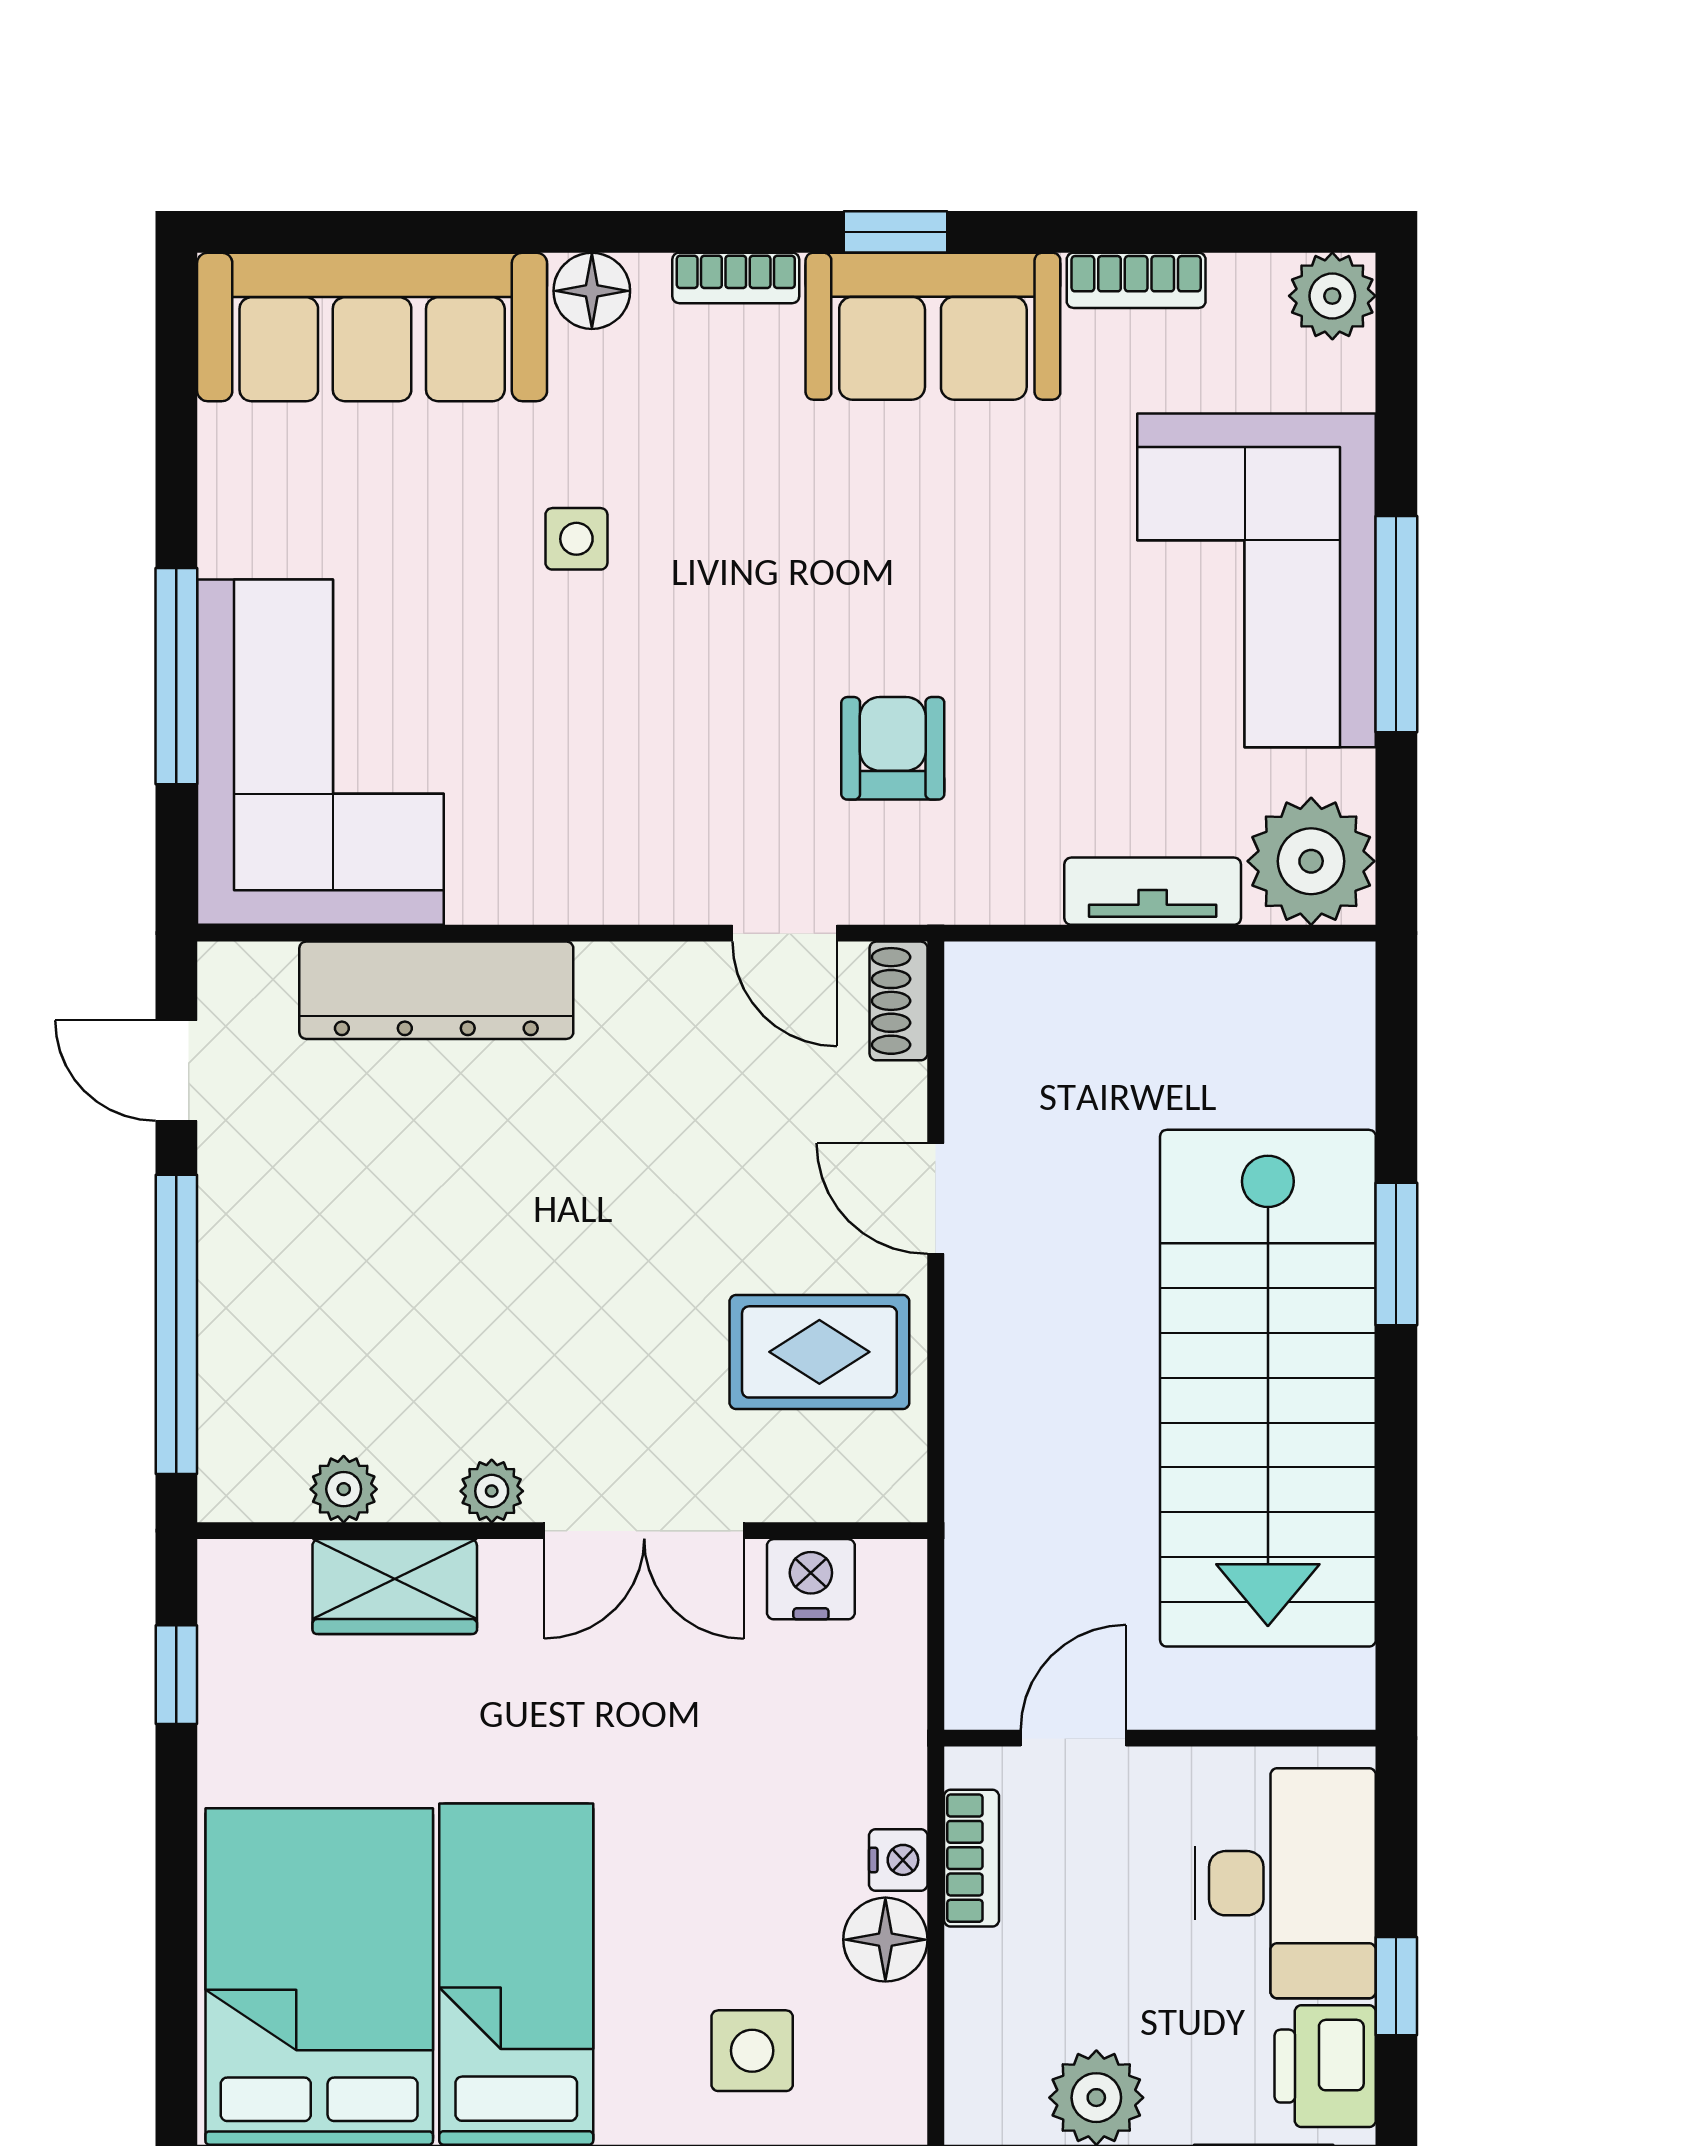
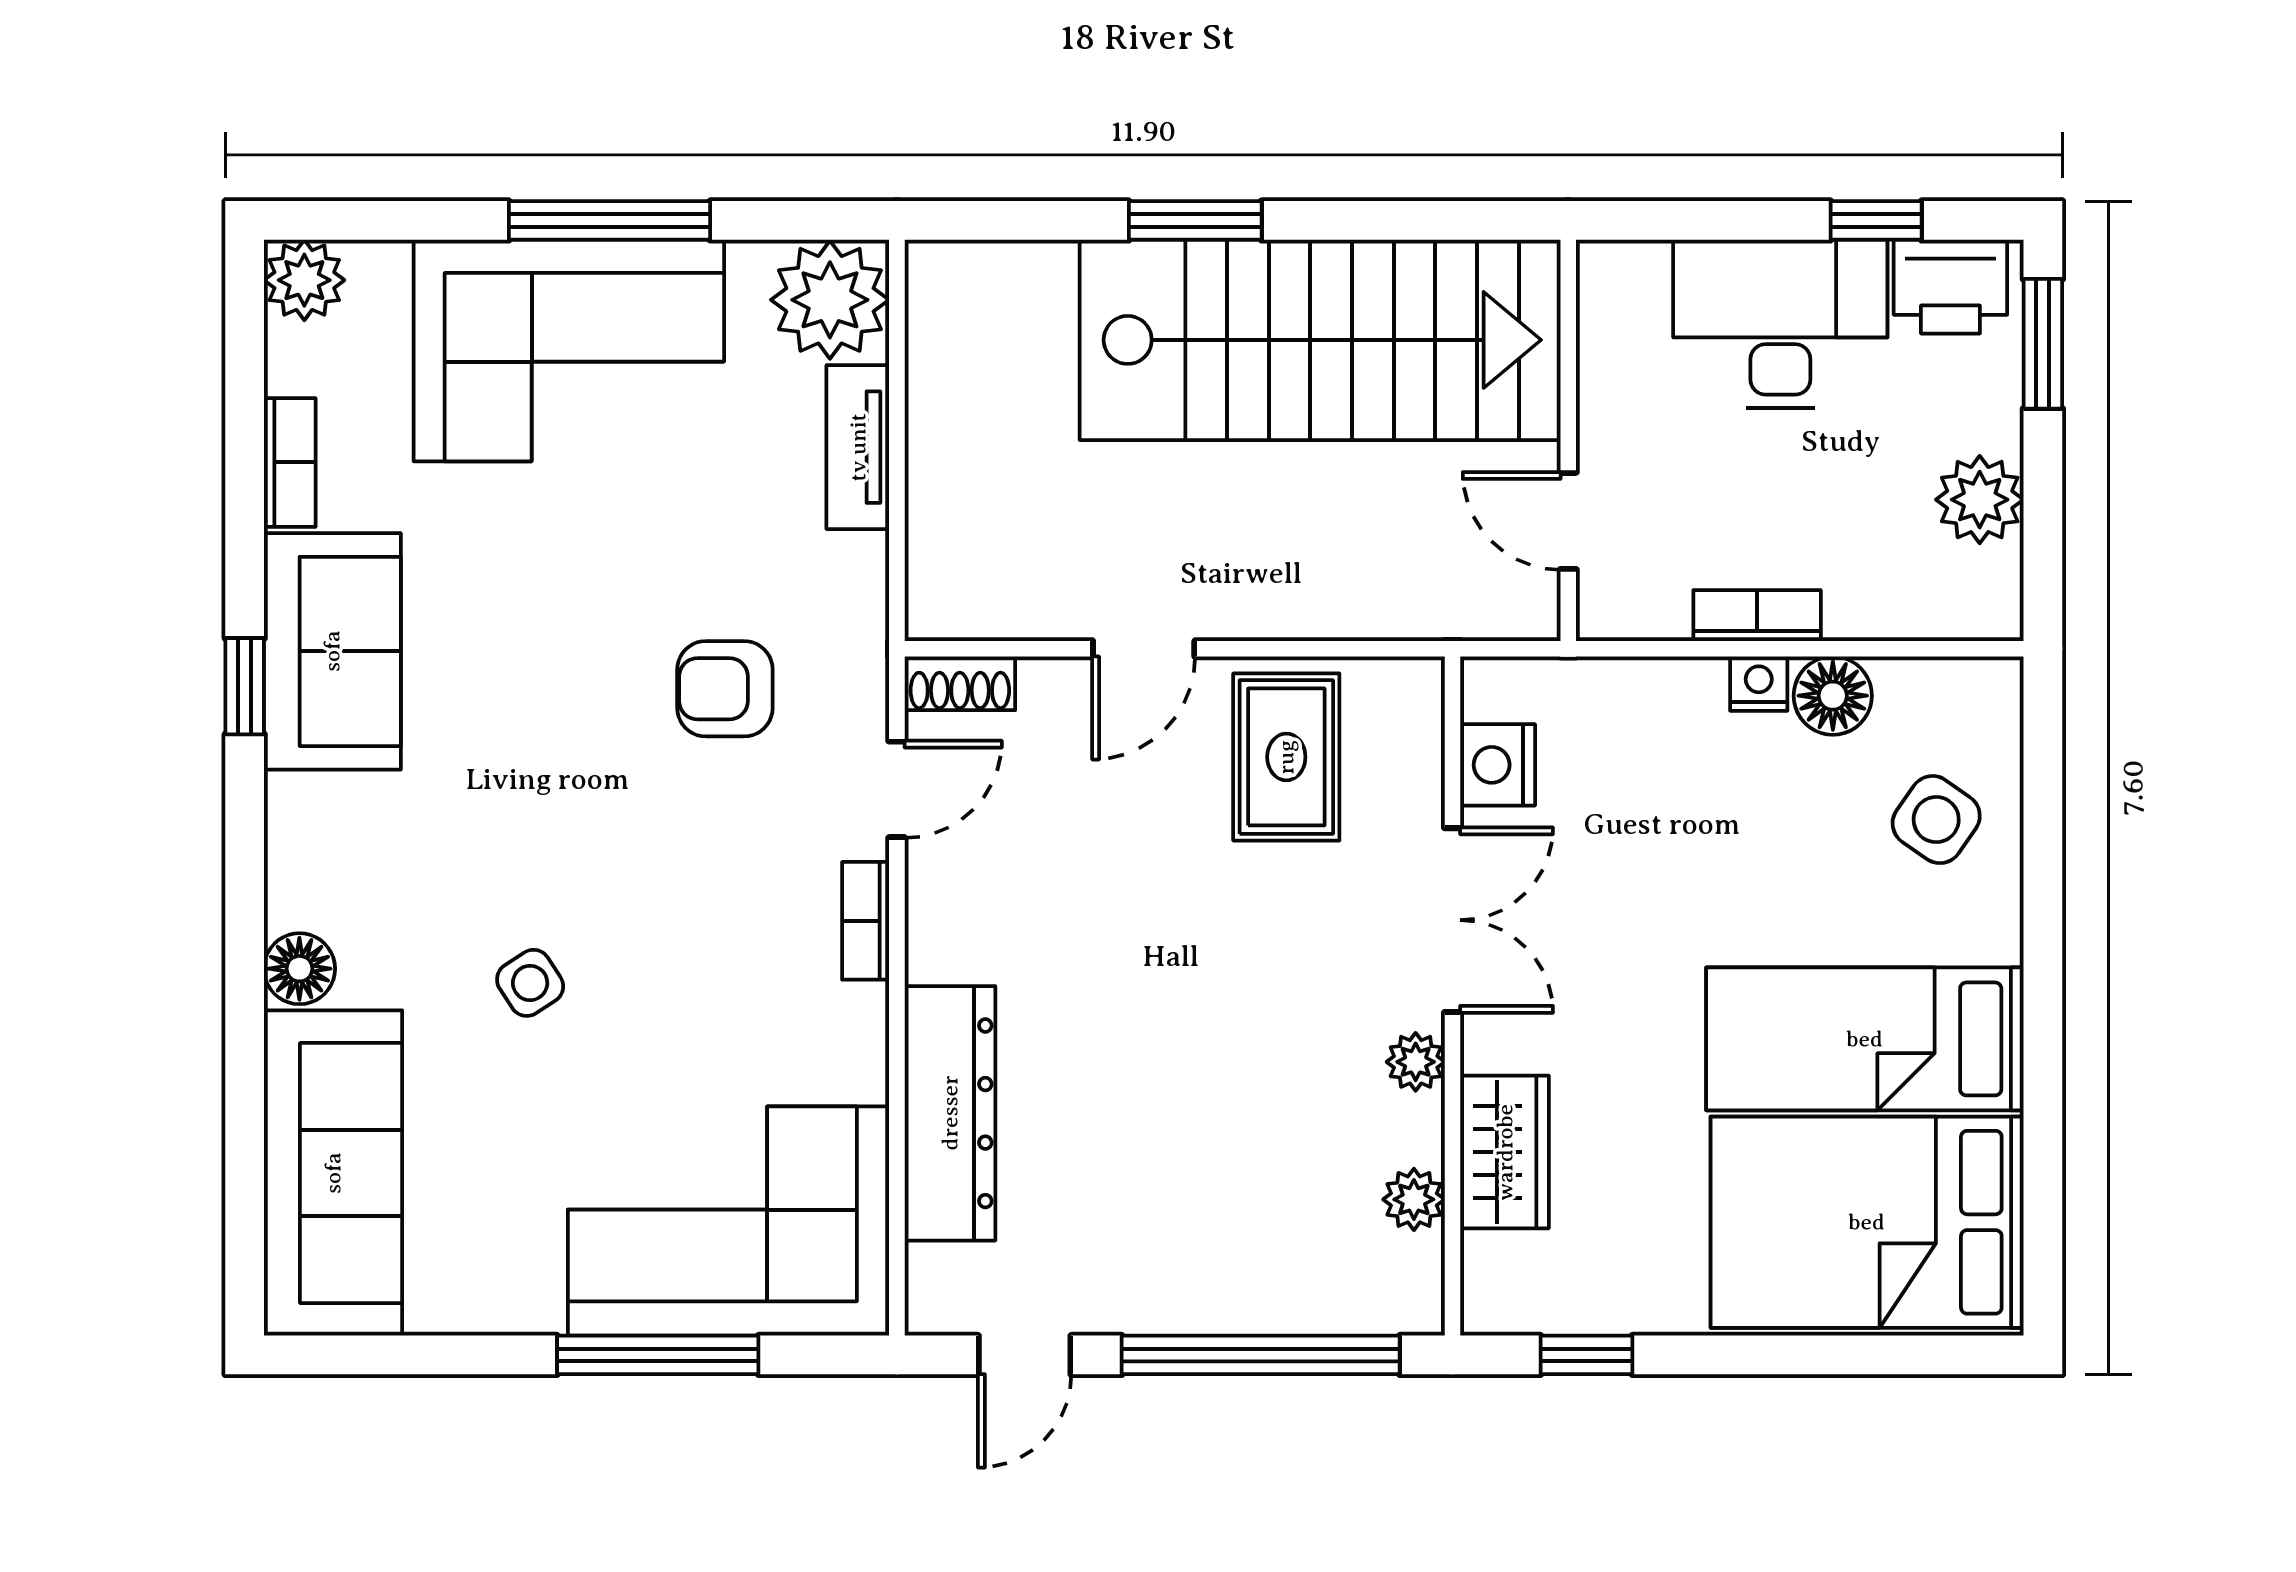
bookcase: (736, 278) -> (866, 921), moved, turned 180
side table: (576, 539) -> (530, 983), turned -33
door: (1073, 1738) -> (1568, 521), moved
wall: (1160, 1738) -> (1568, 440), moved
side table: (752, 2051) -> (1936, 820), turned 35

